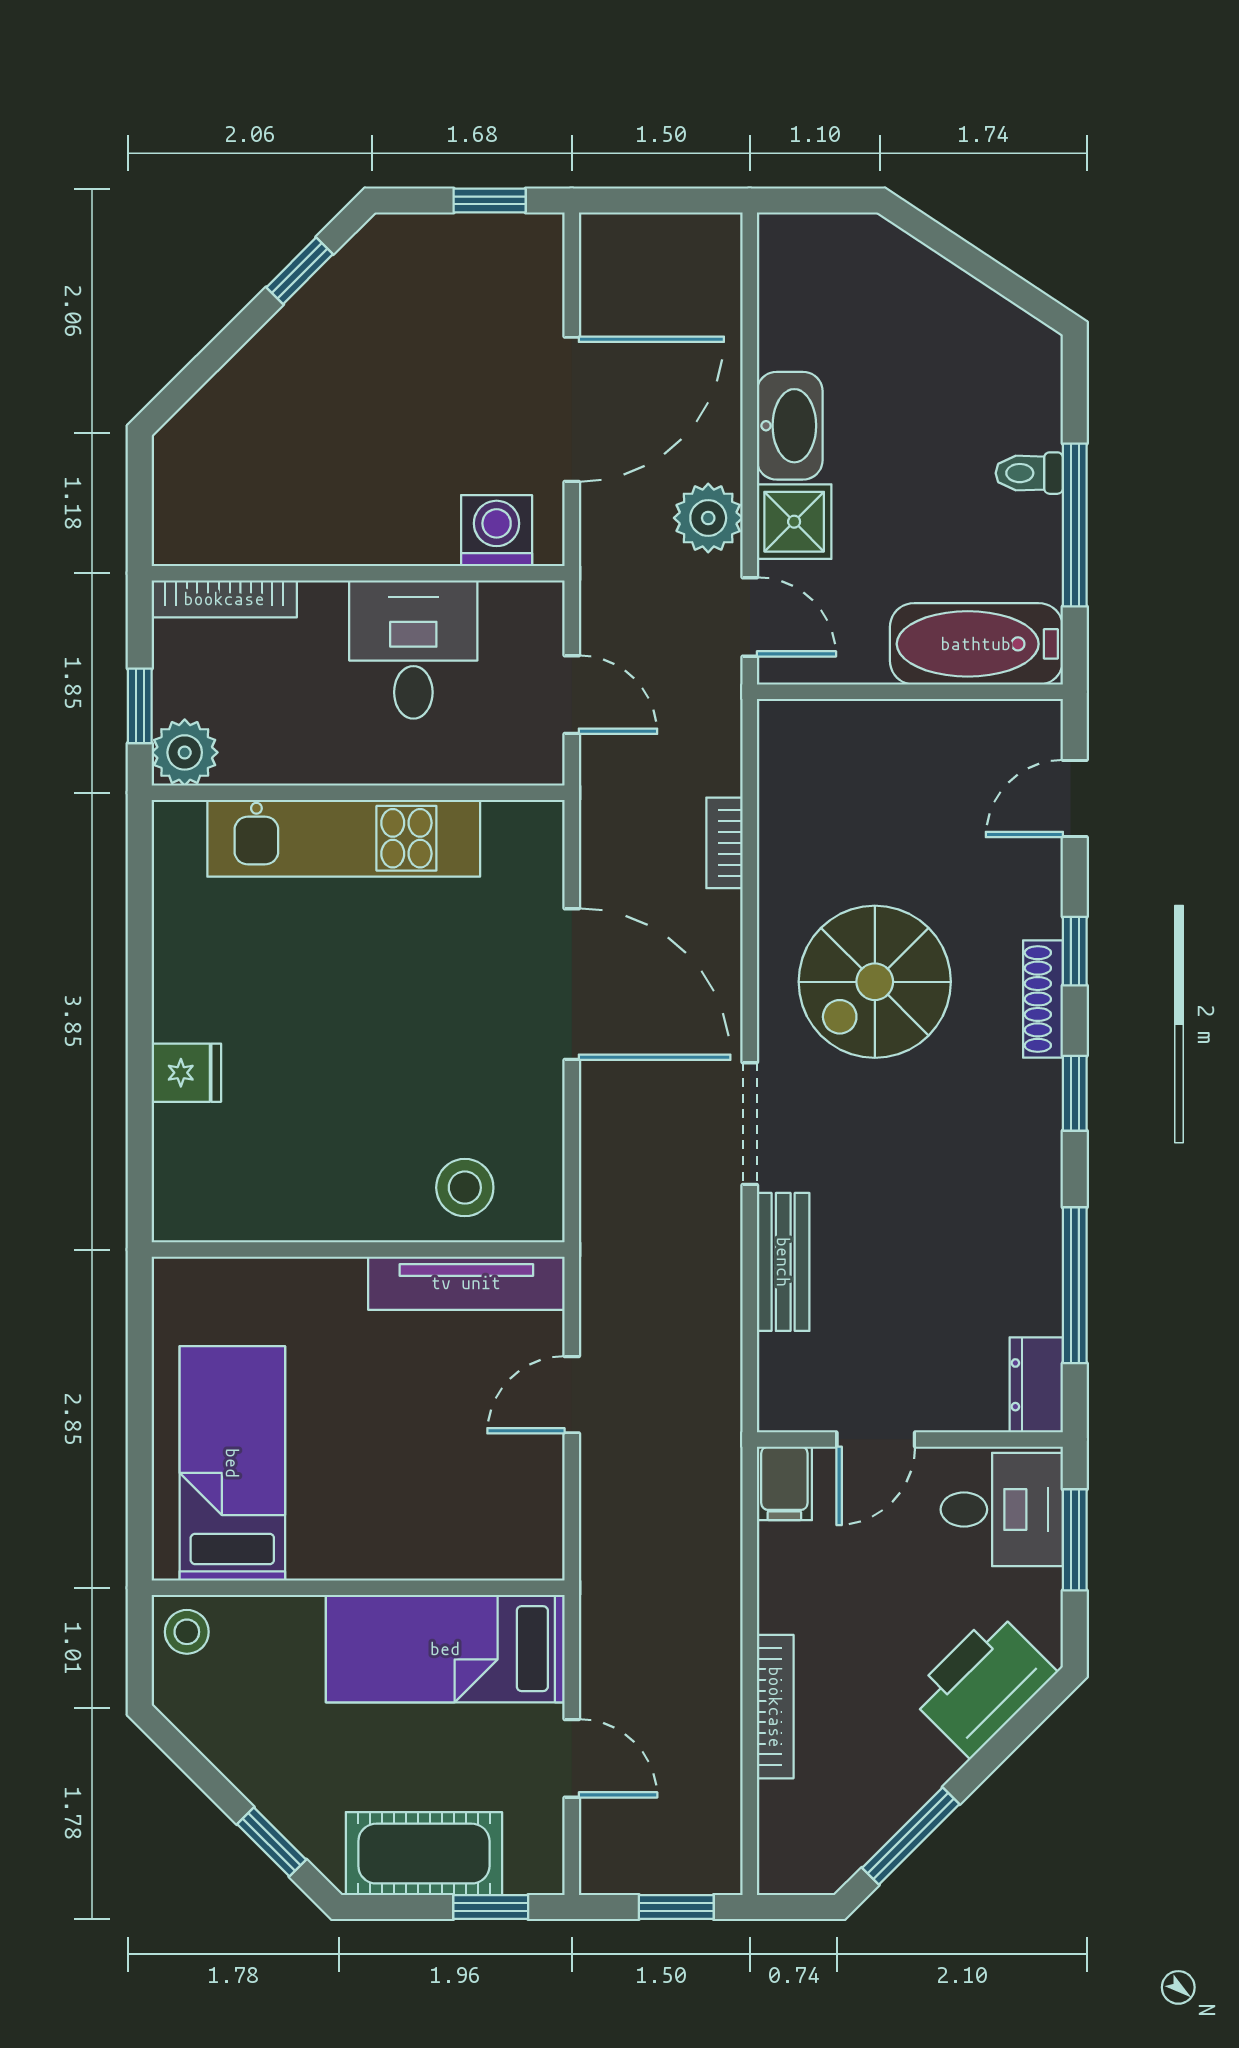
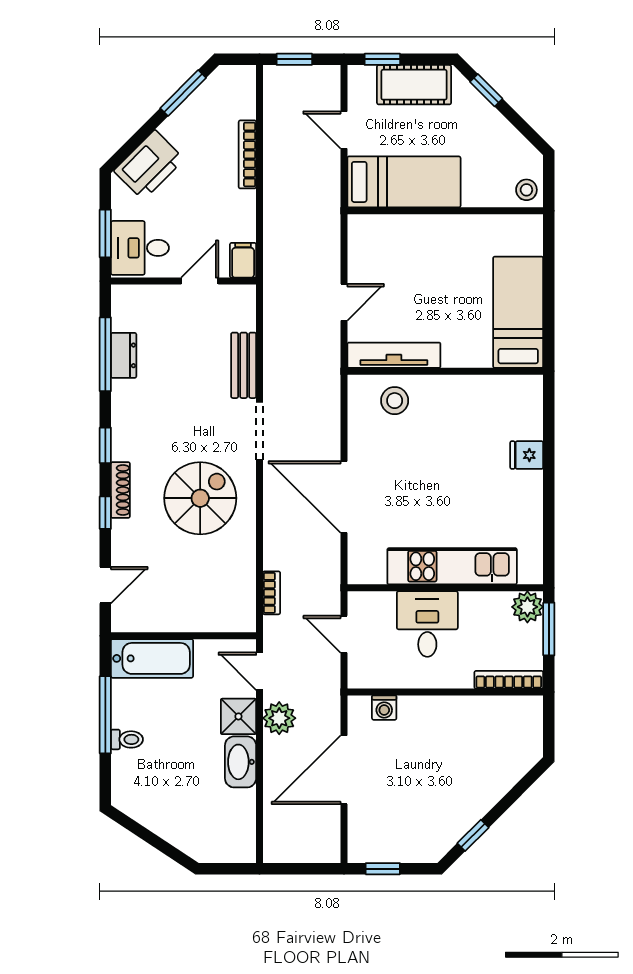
washing machine: (497, 531) -> (384, 708), width x0.73, depth x0.73
desk: (413, 649) -> (427, 624), moved, turned 180
window: (140, 706) -> (549, 629), width x1.50
bookcase: (724, 843) -> (272, 593), moved
dresser: (1036, 1385) -> (124, 355), moved
bed: (232, 1463) -> (518, 312), moved, turned 180

